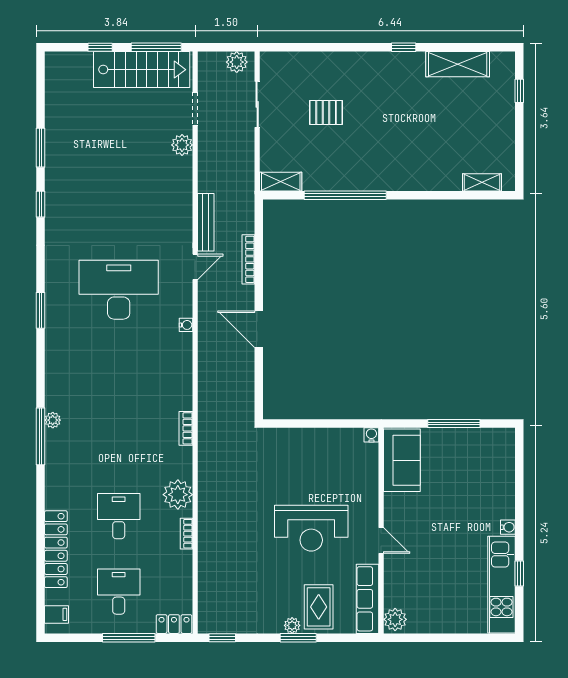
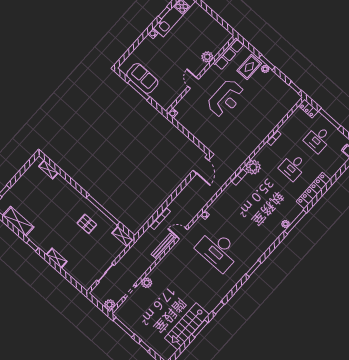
shelving: (350, 61) -> (57, 258), added
plant: (237, 62) -> (110, 305), moved
stairs: (142, 70) -> (187, 326), moved, turned -90
pallet: (326, 112) -> (87, 224), moved
door: (259, 329) -> (201, 165), moved
sofa: (402, 460) -> (142, 78), moved, turned 90
plant: (178, 495) -> (253, 167), moved
reception desk: (311, 528) -> (226, 99), turned 90
door: (381, 540) -> (193, 83), moved
locker: (56, 549) -> (313, 191), moved
plant: (395, 619) -> (207, 57), moved

